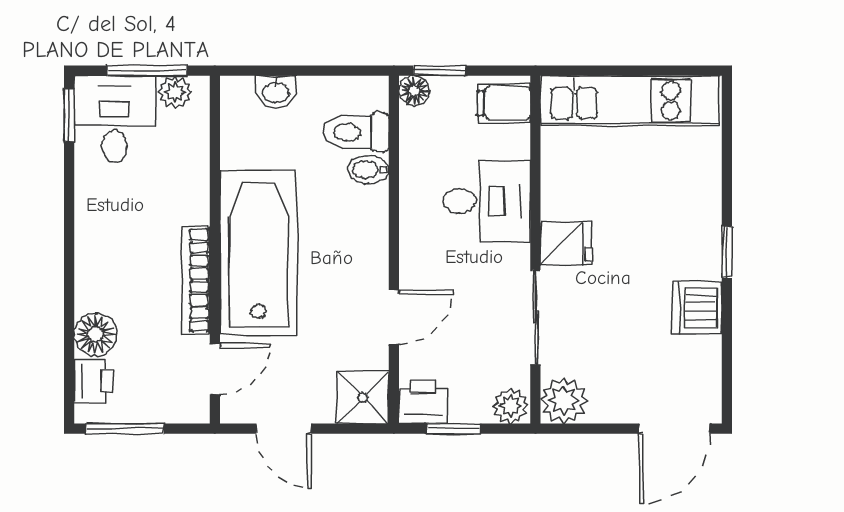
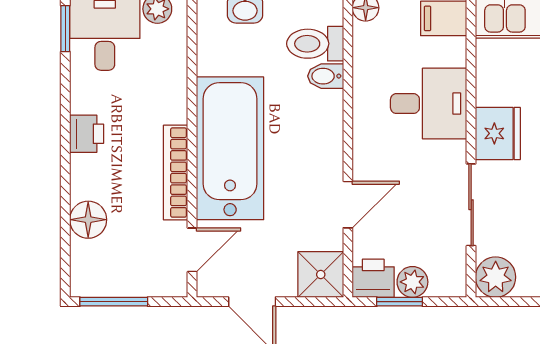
fridge: (566, 244) -> (498, 133), width x1.38
printer: (94, 381) -> (87, 134), moved
plant: (511, 406) -> (412, 282), moved

